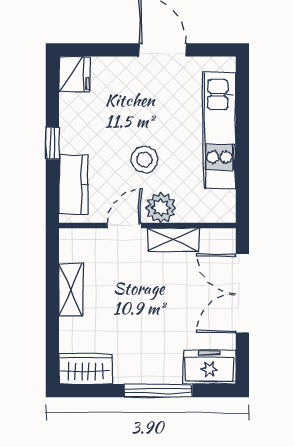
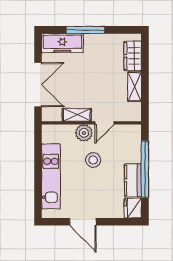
window: (52, 143) -> (145, 169), width x3.17
kitchen counter: (74, 185) -> (133, 180), moved
freezer: (209, 367) -> (62, 43), width x1.40
wardrobe: (85, 369) -> (133, 56), moved, turned 90

